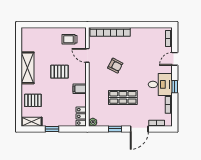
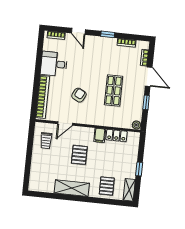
desk: (160, 84) -> (54, 64), moved, turned -90
locker: (81, 116) -> (116, 136), moved

